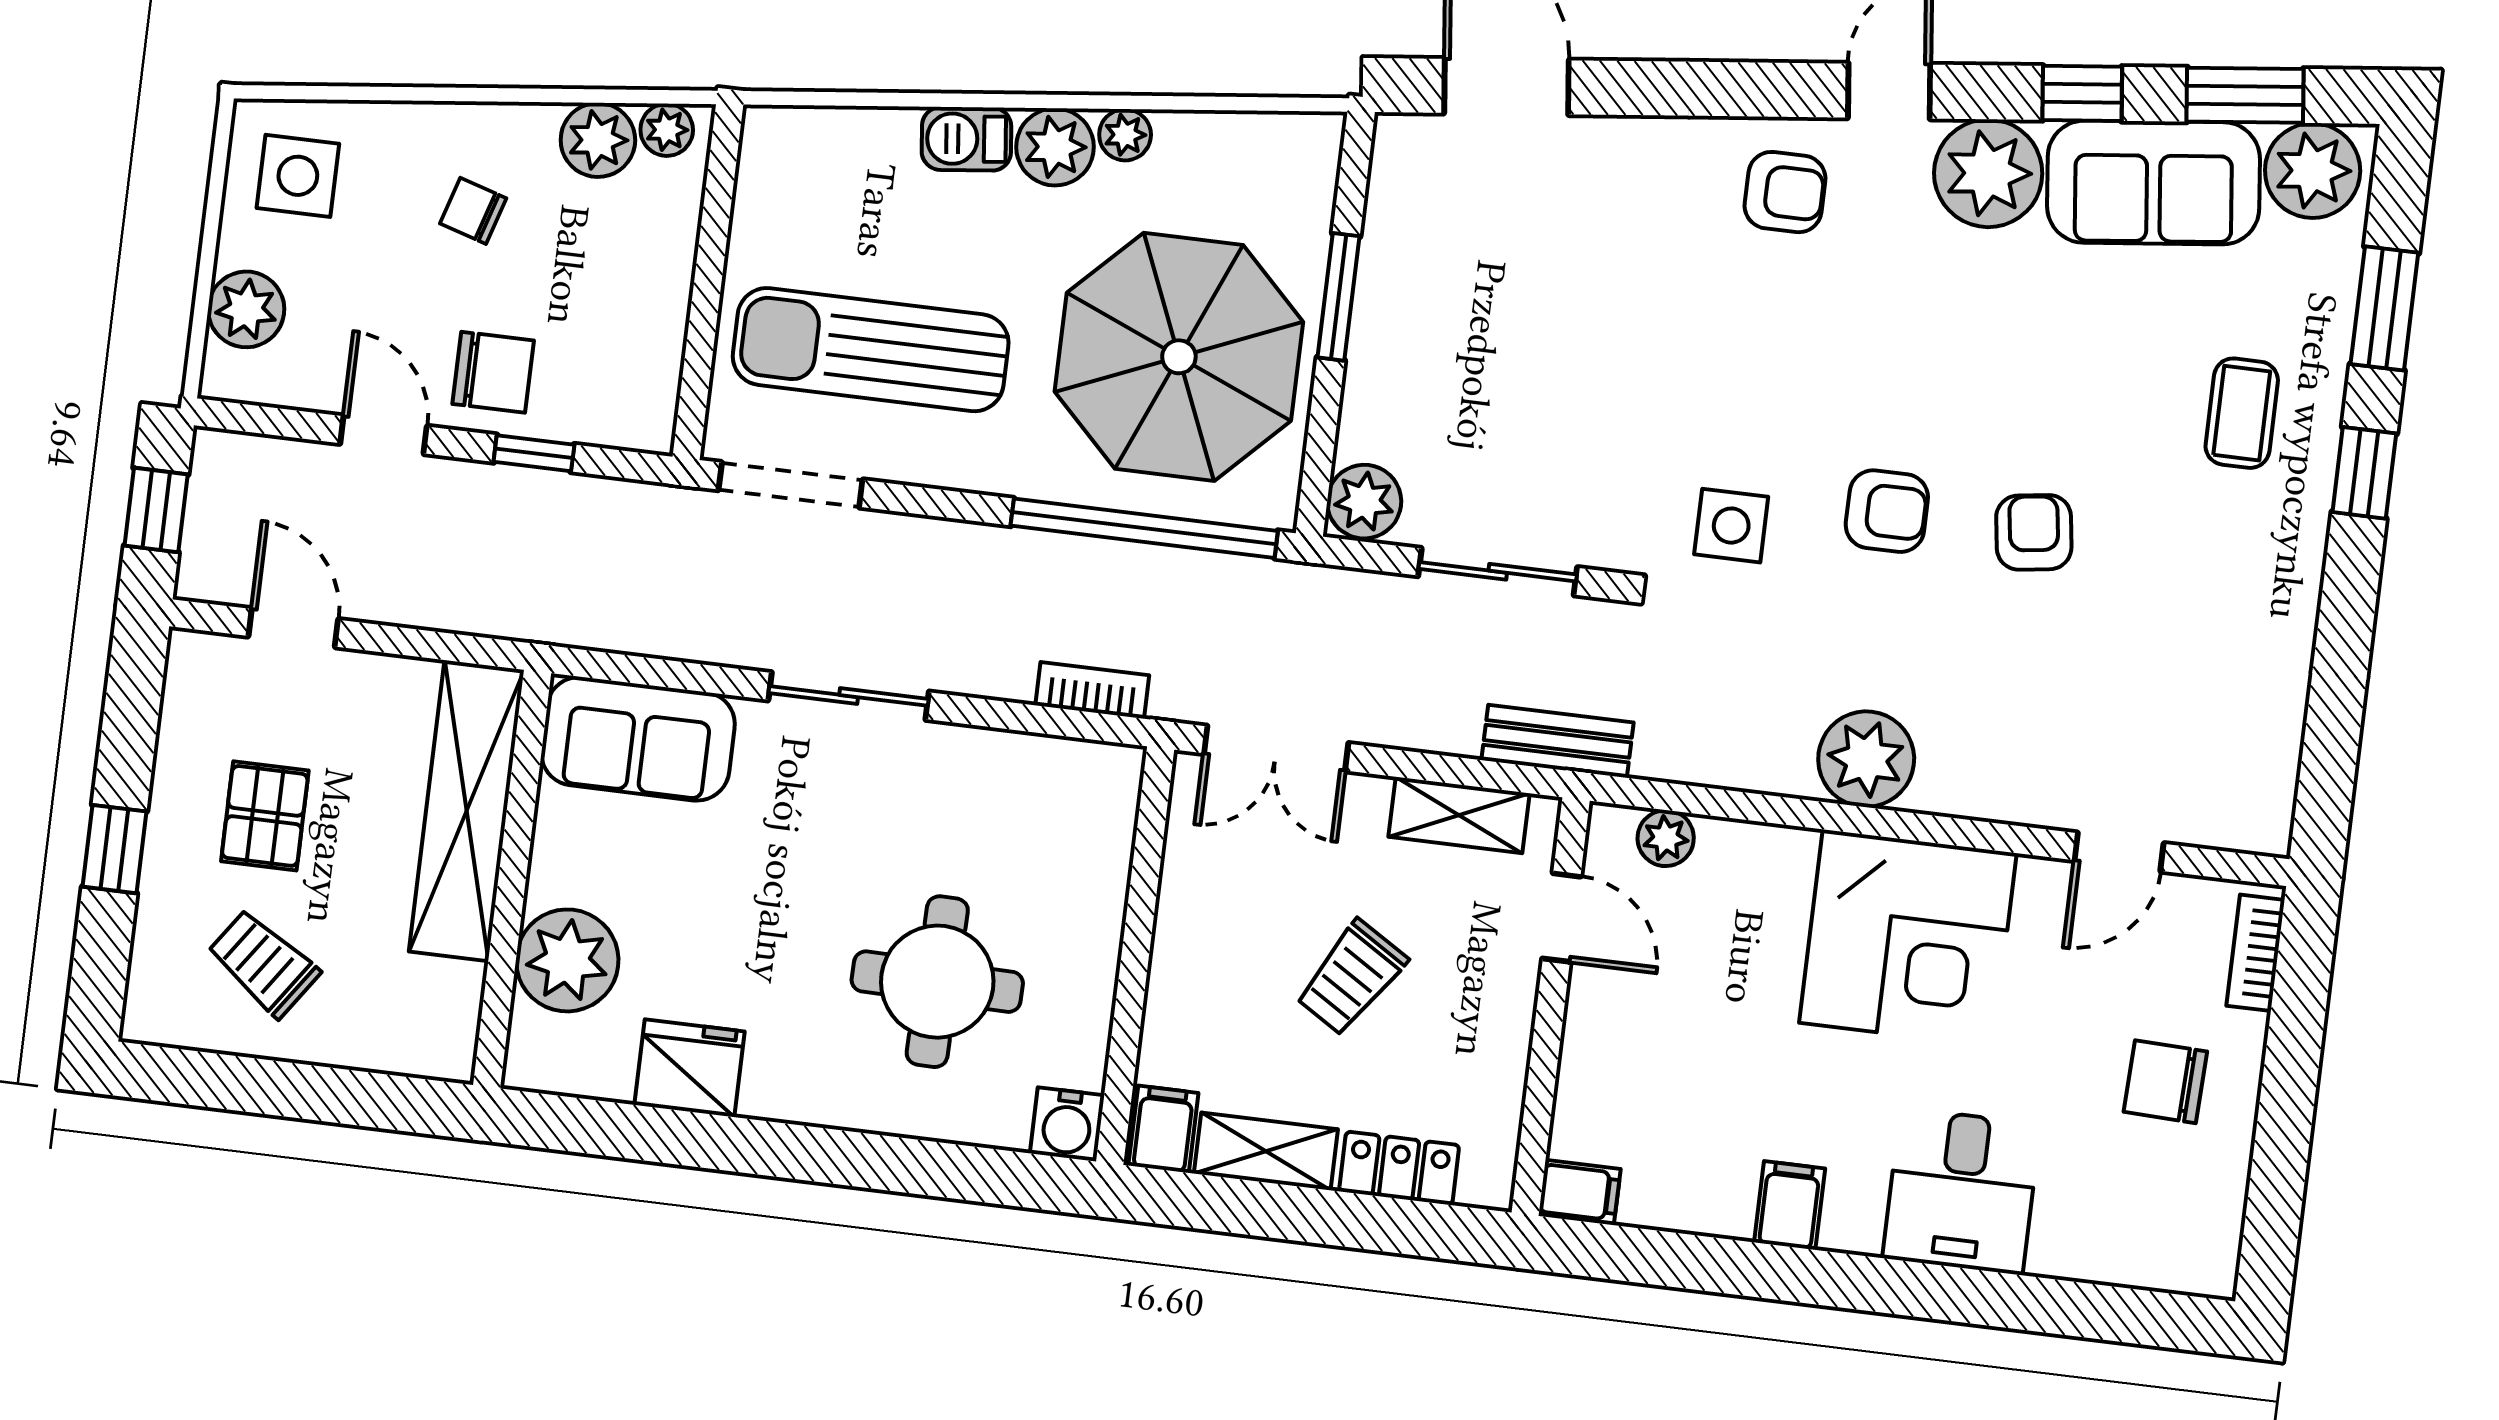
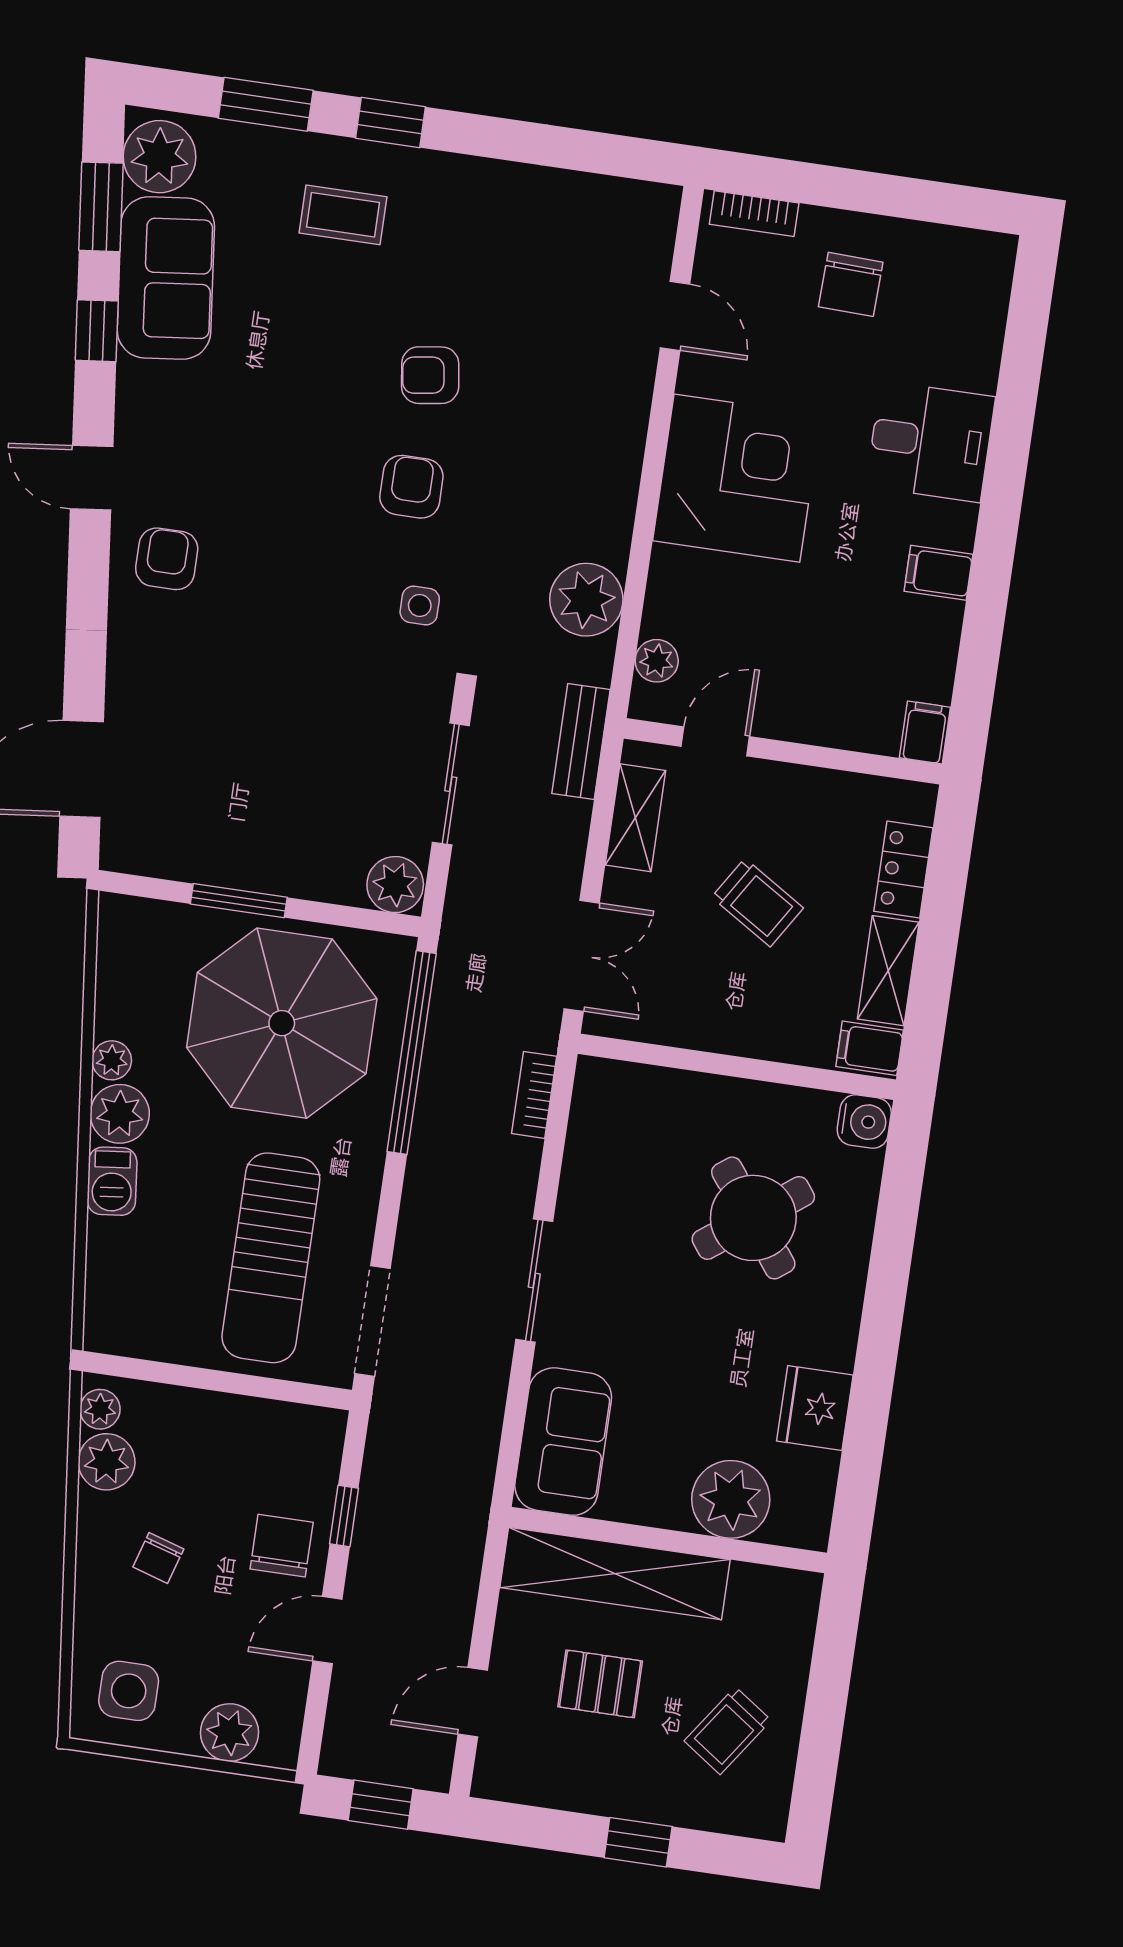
plant: (1988, 173) -> (156, 404), removed
side table: (1731, 526) -> (420, 605), width x0.73, depth x0.73
plant: (1866, 759) -> (586, 600), moved
pallet: (265, 816) -> (600, 1684), moved
round table: (937, 982) -> (753, 1218), turned -38

